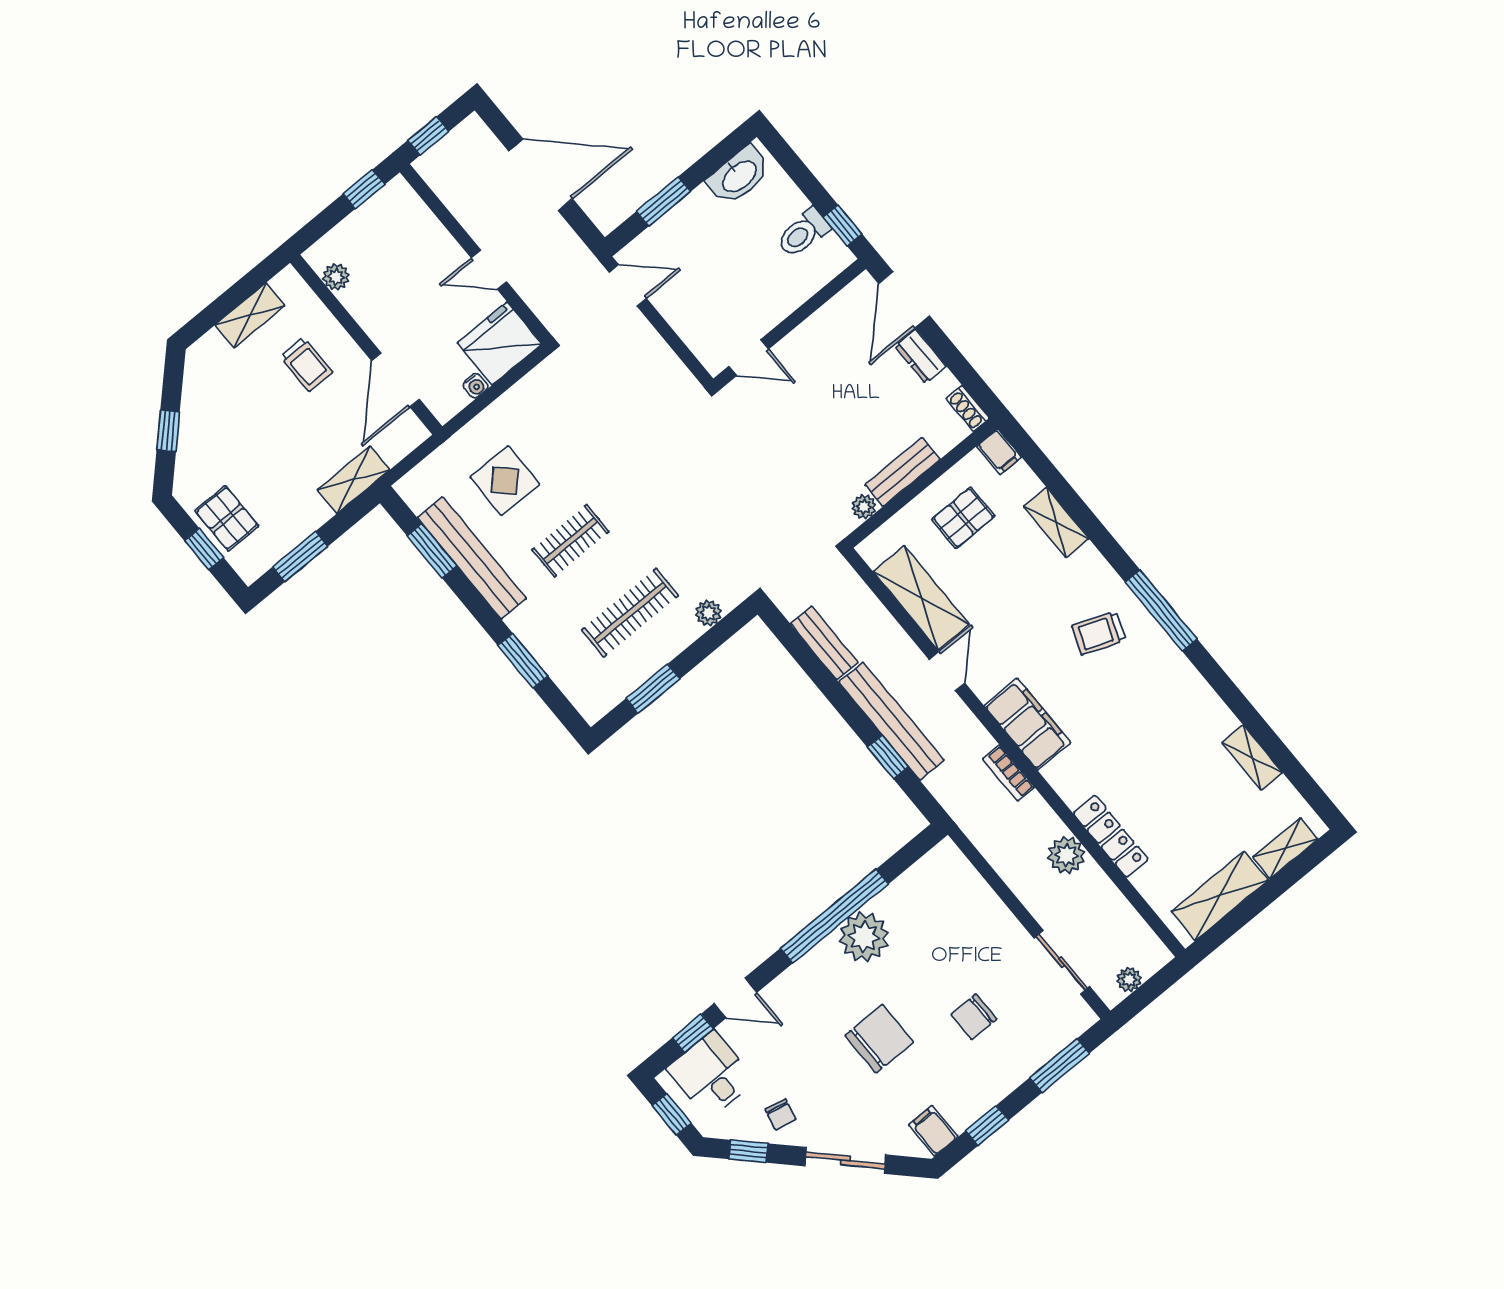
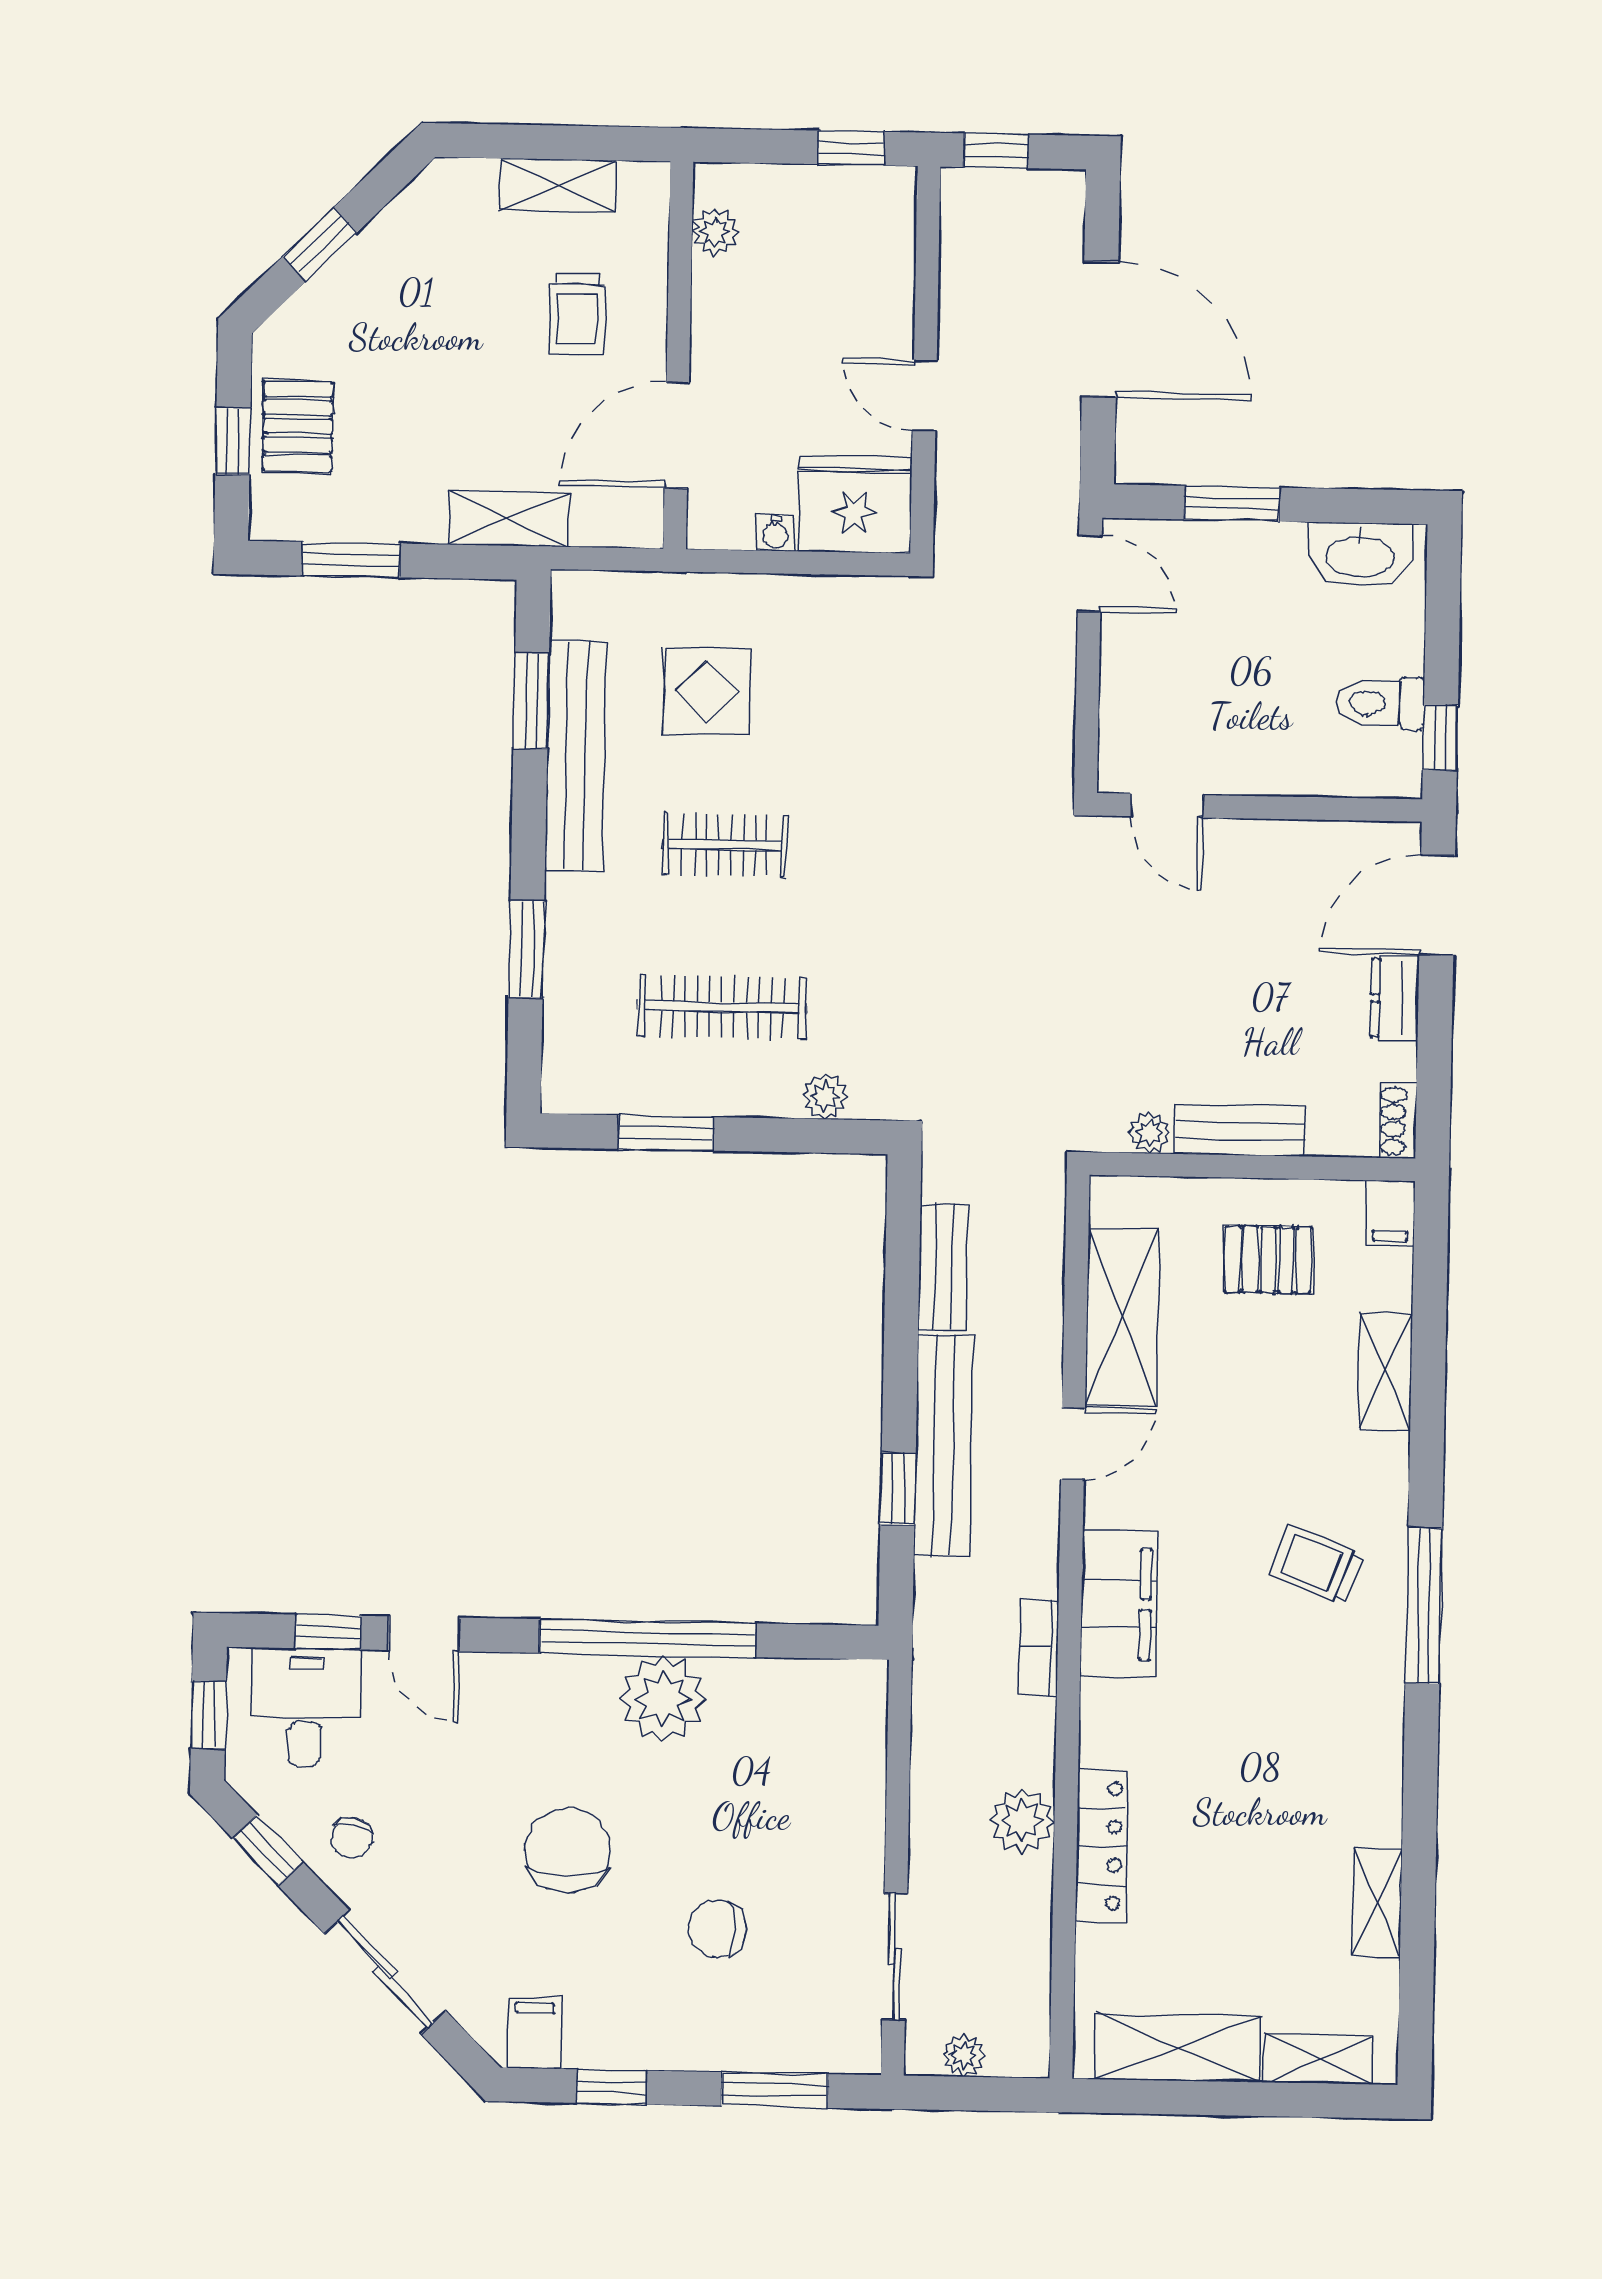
chair: (879, 1039) -> (568, 1850), turned -90

